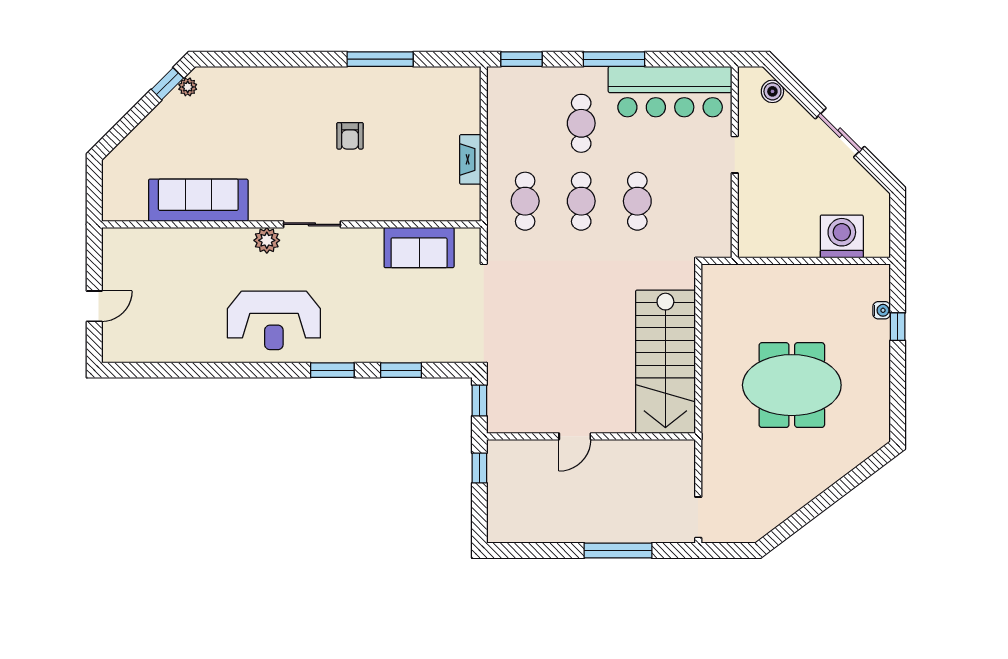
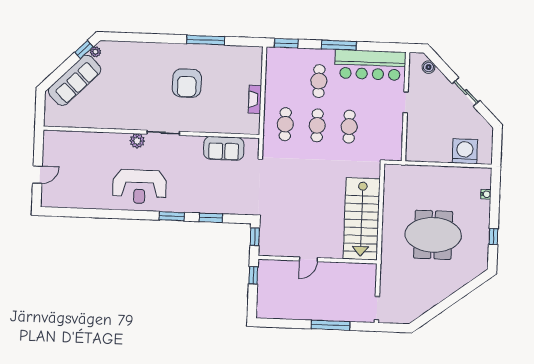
armchair: (350, 136) -> (187, 83), width x1.88, depth x1.88
sofa: (198, 200) -> (75, 80), moved, turned 135
window: (898, 327) -> (493, 237), moved

